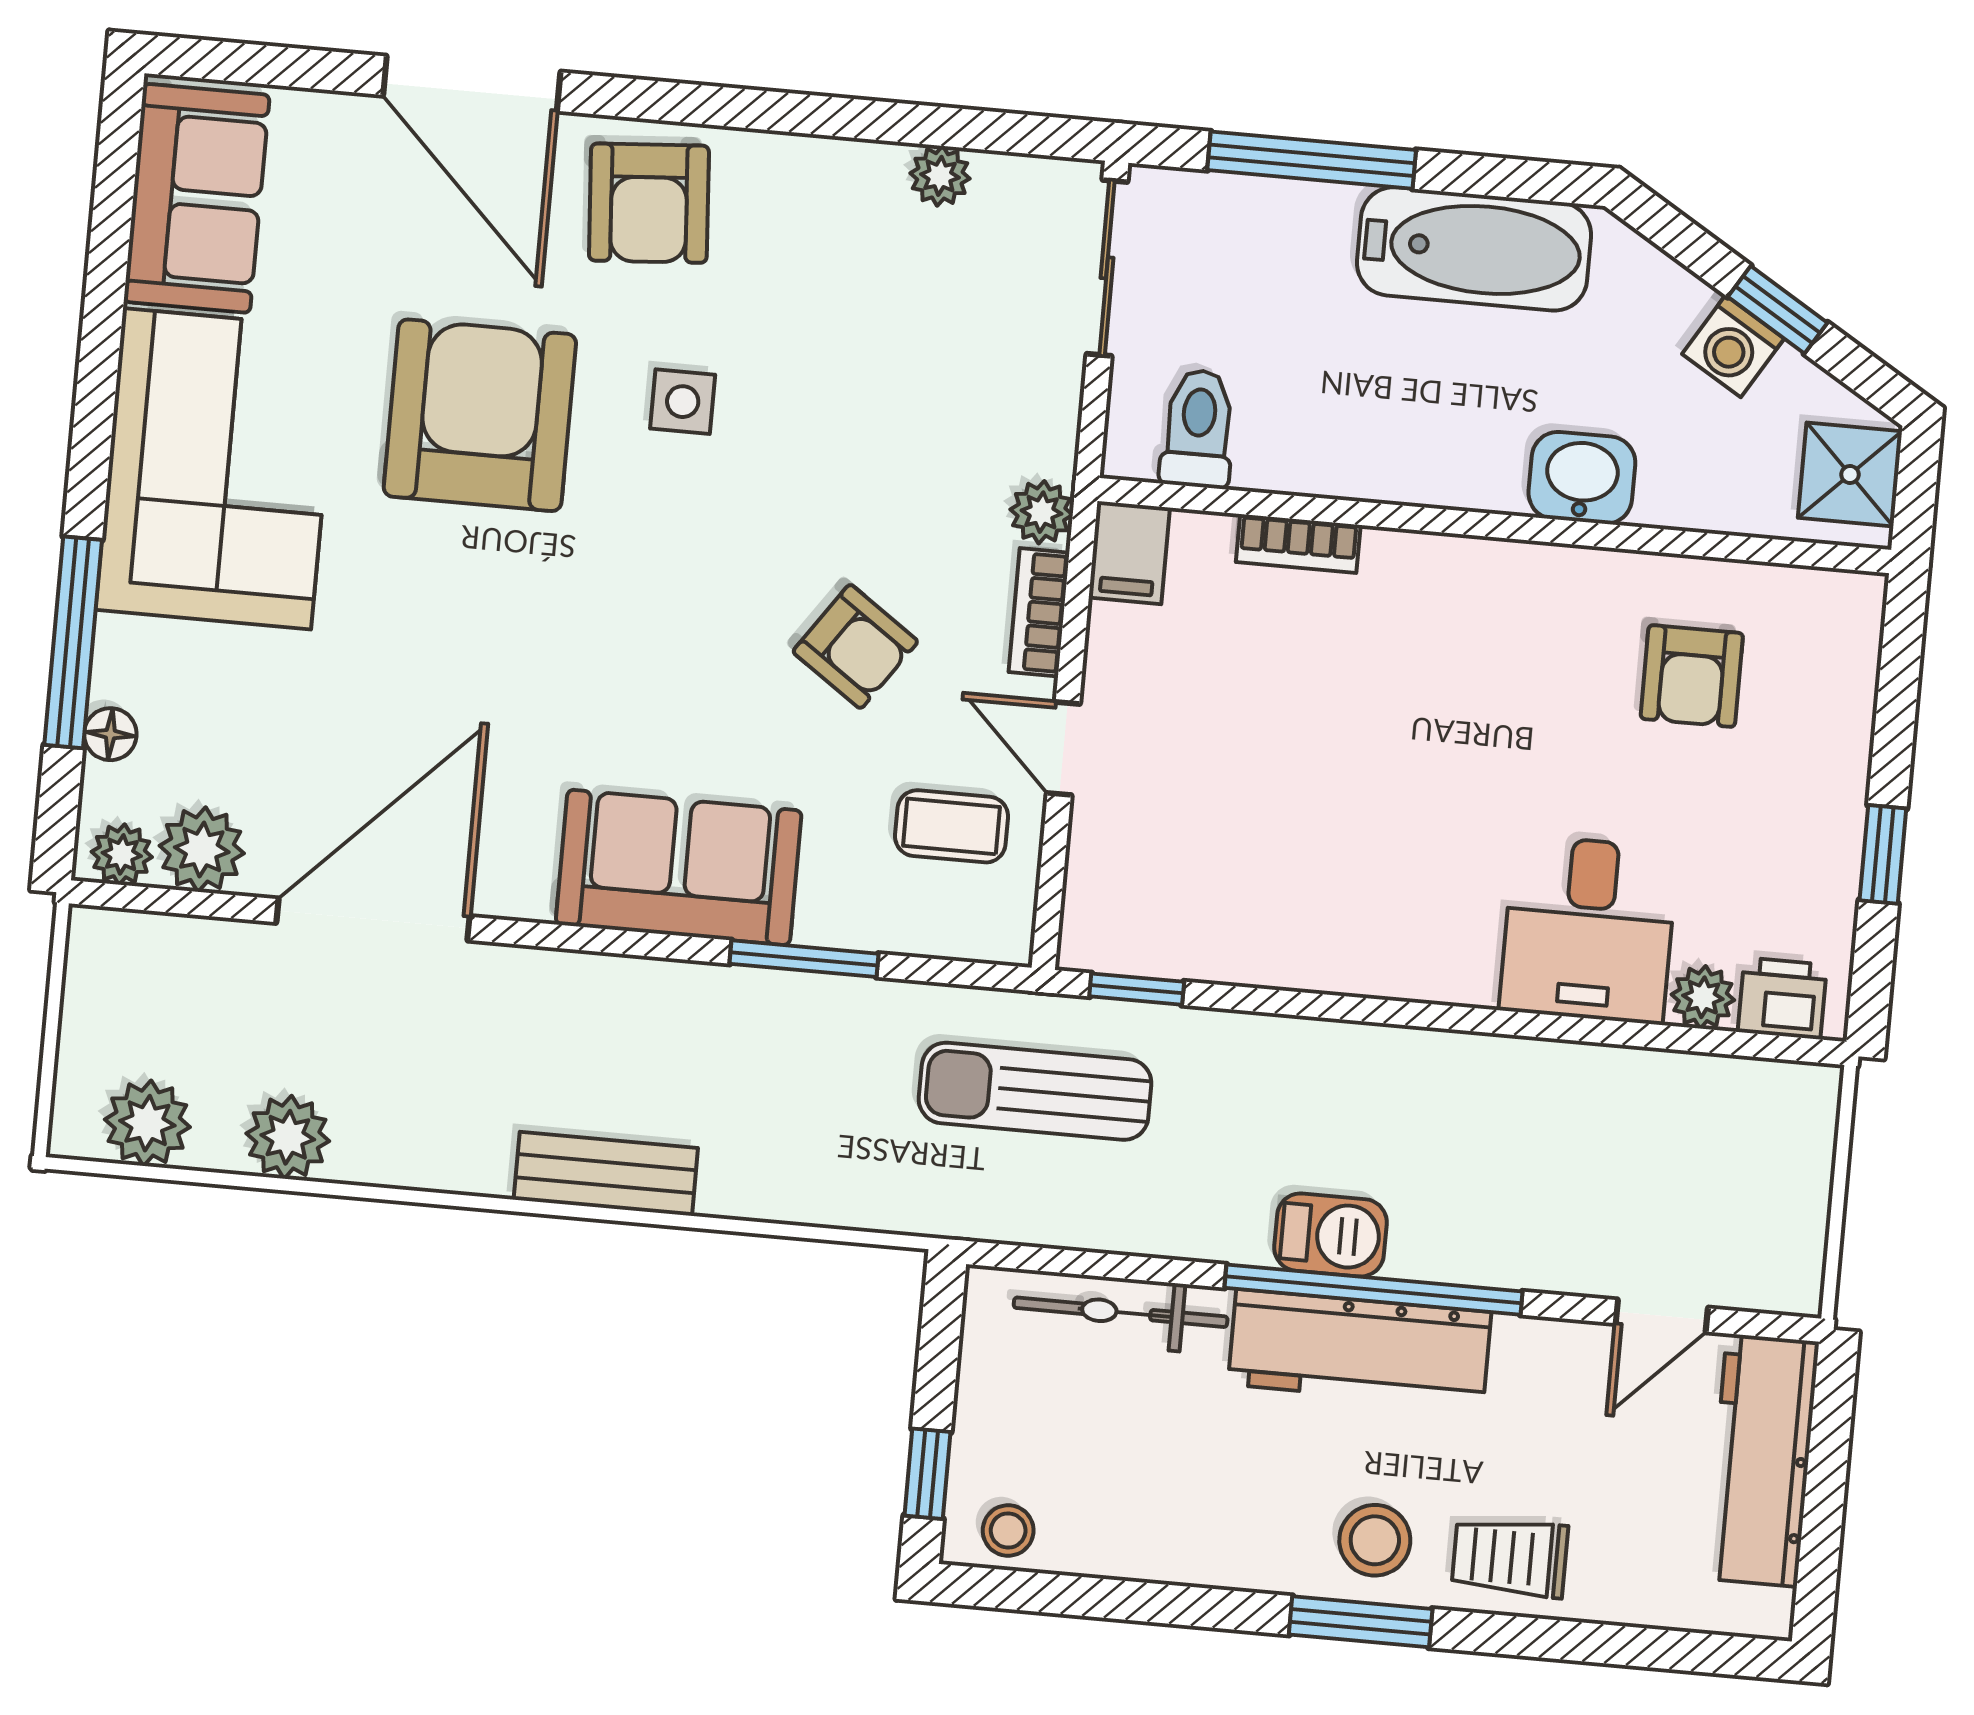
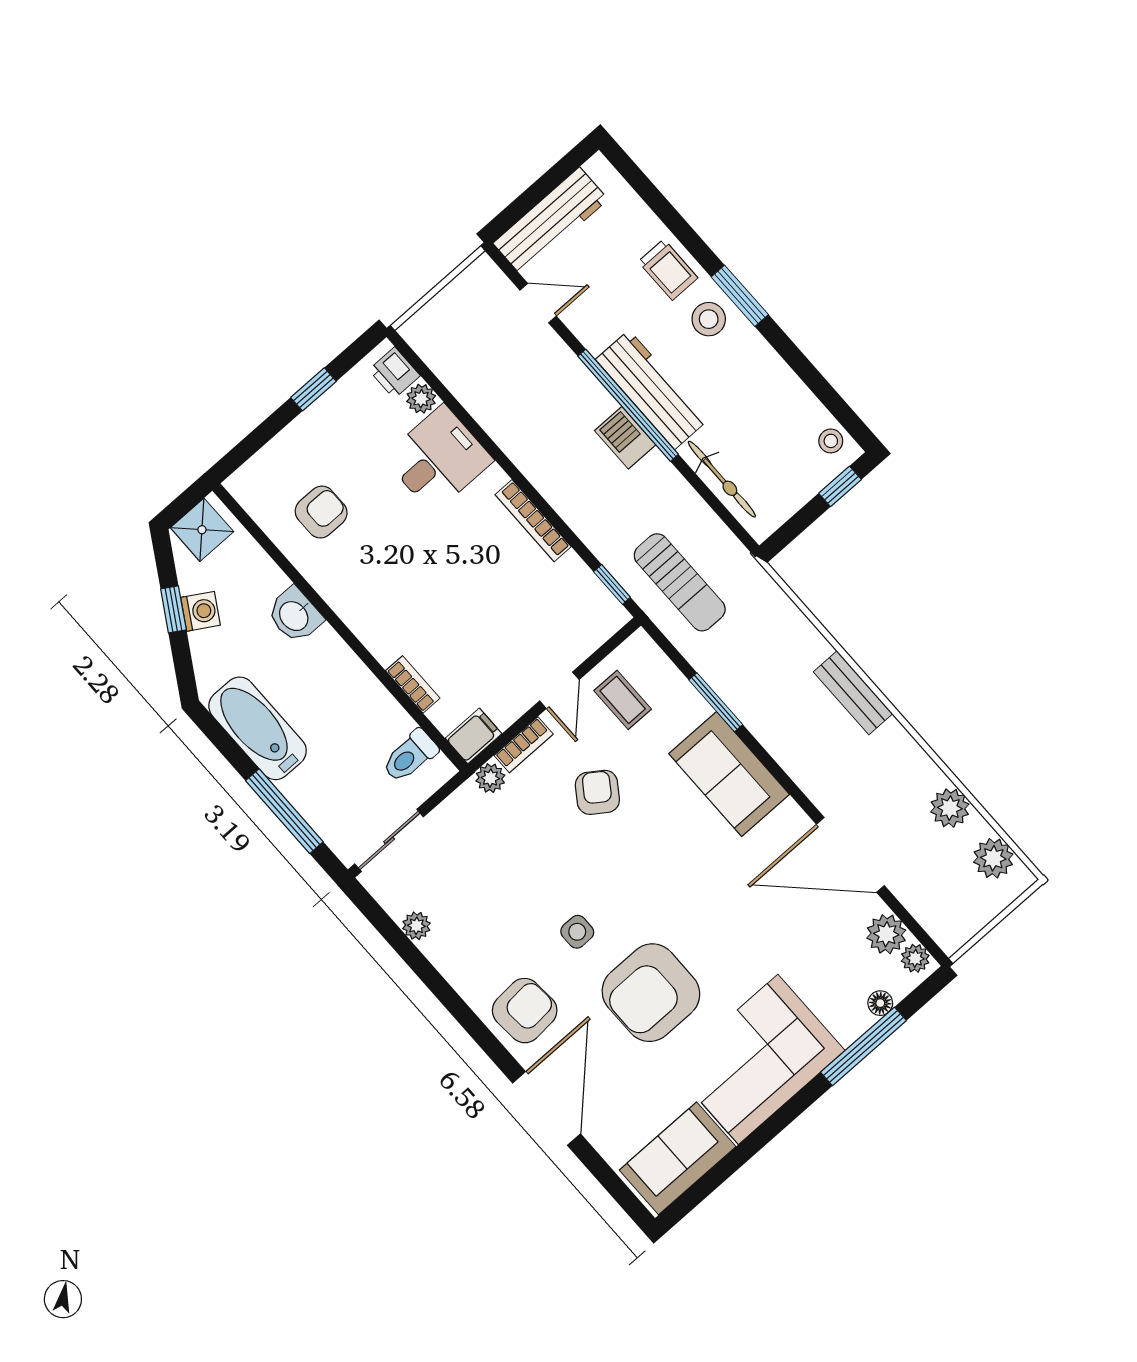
bookcase: (1352, 972) -> (533, 521), added

